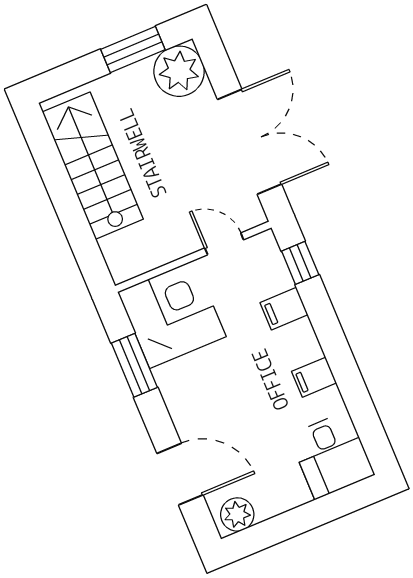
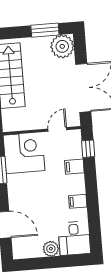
door: (224, 244) -> (57, 129), hinge flipped
plant: (237, 514) -> (51, 249), moved

